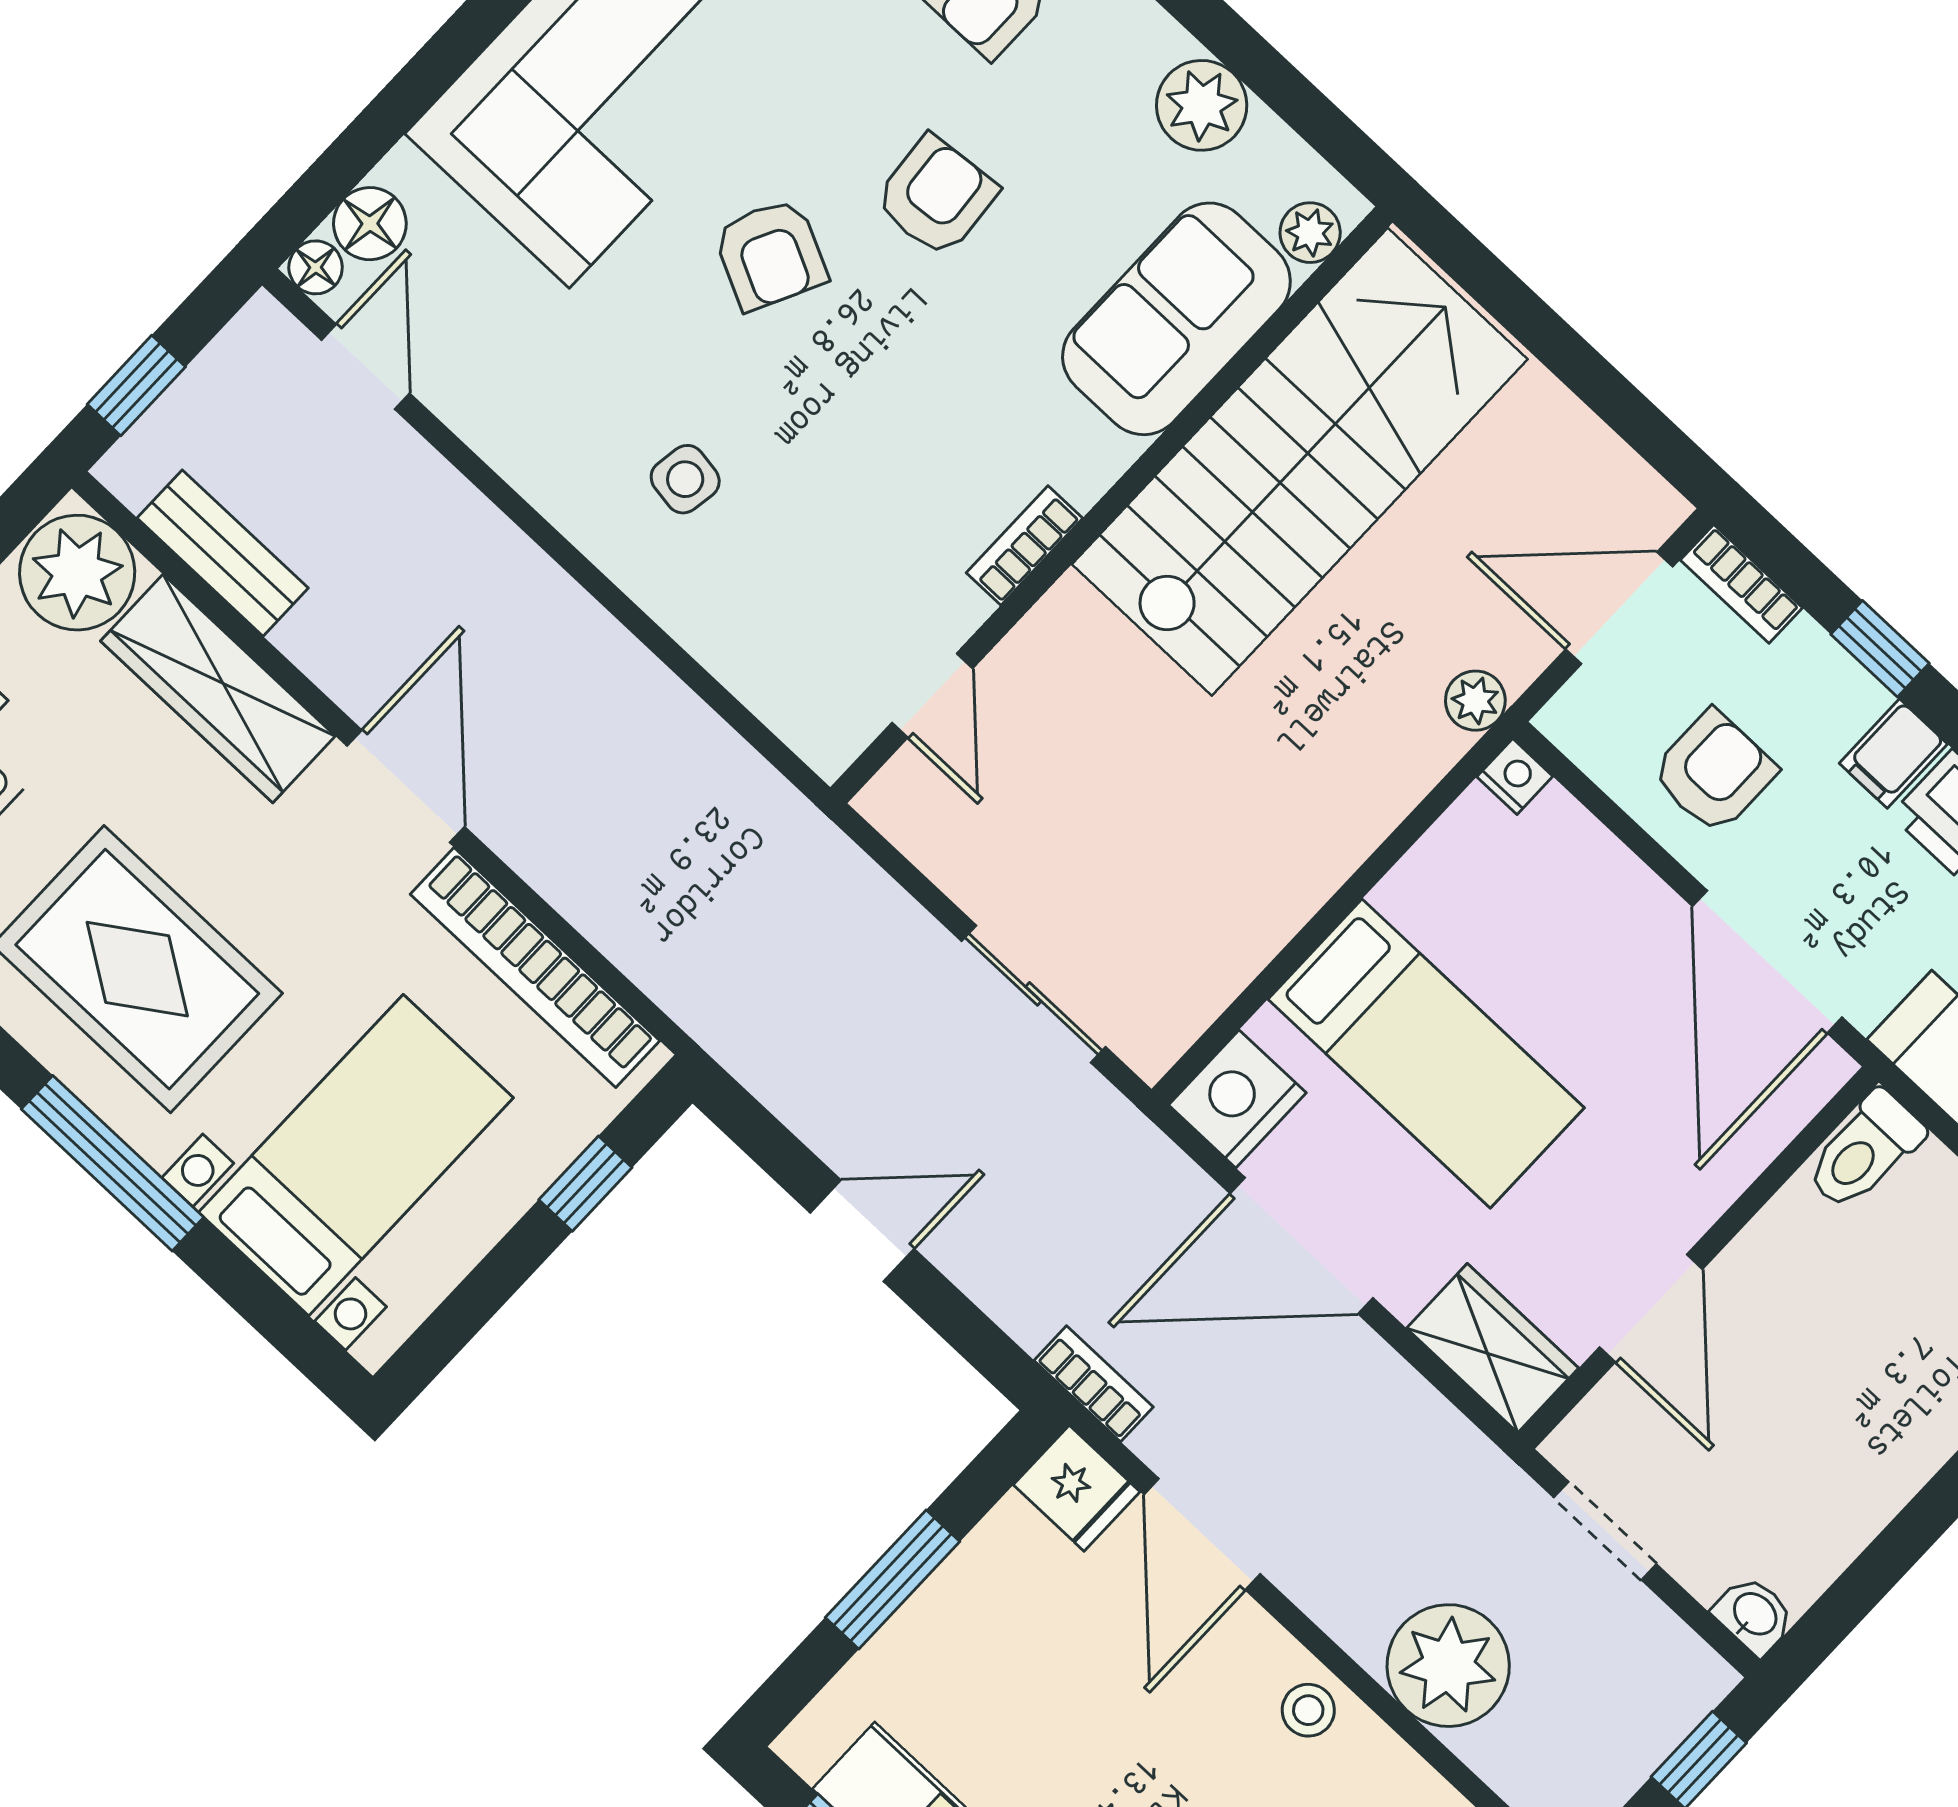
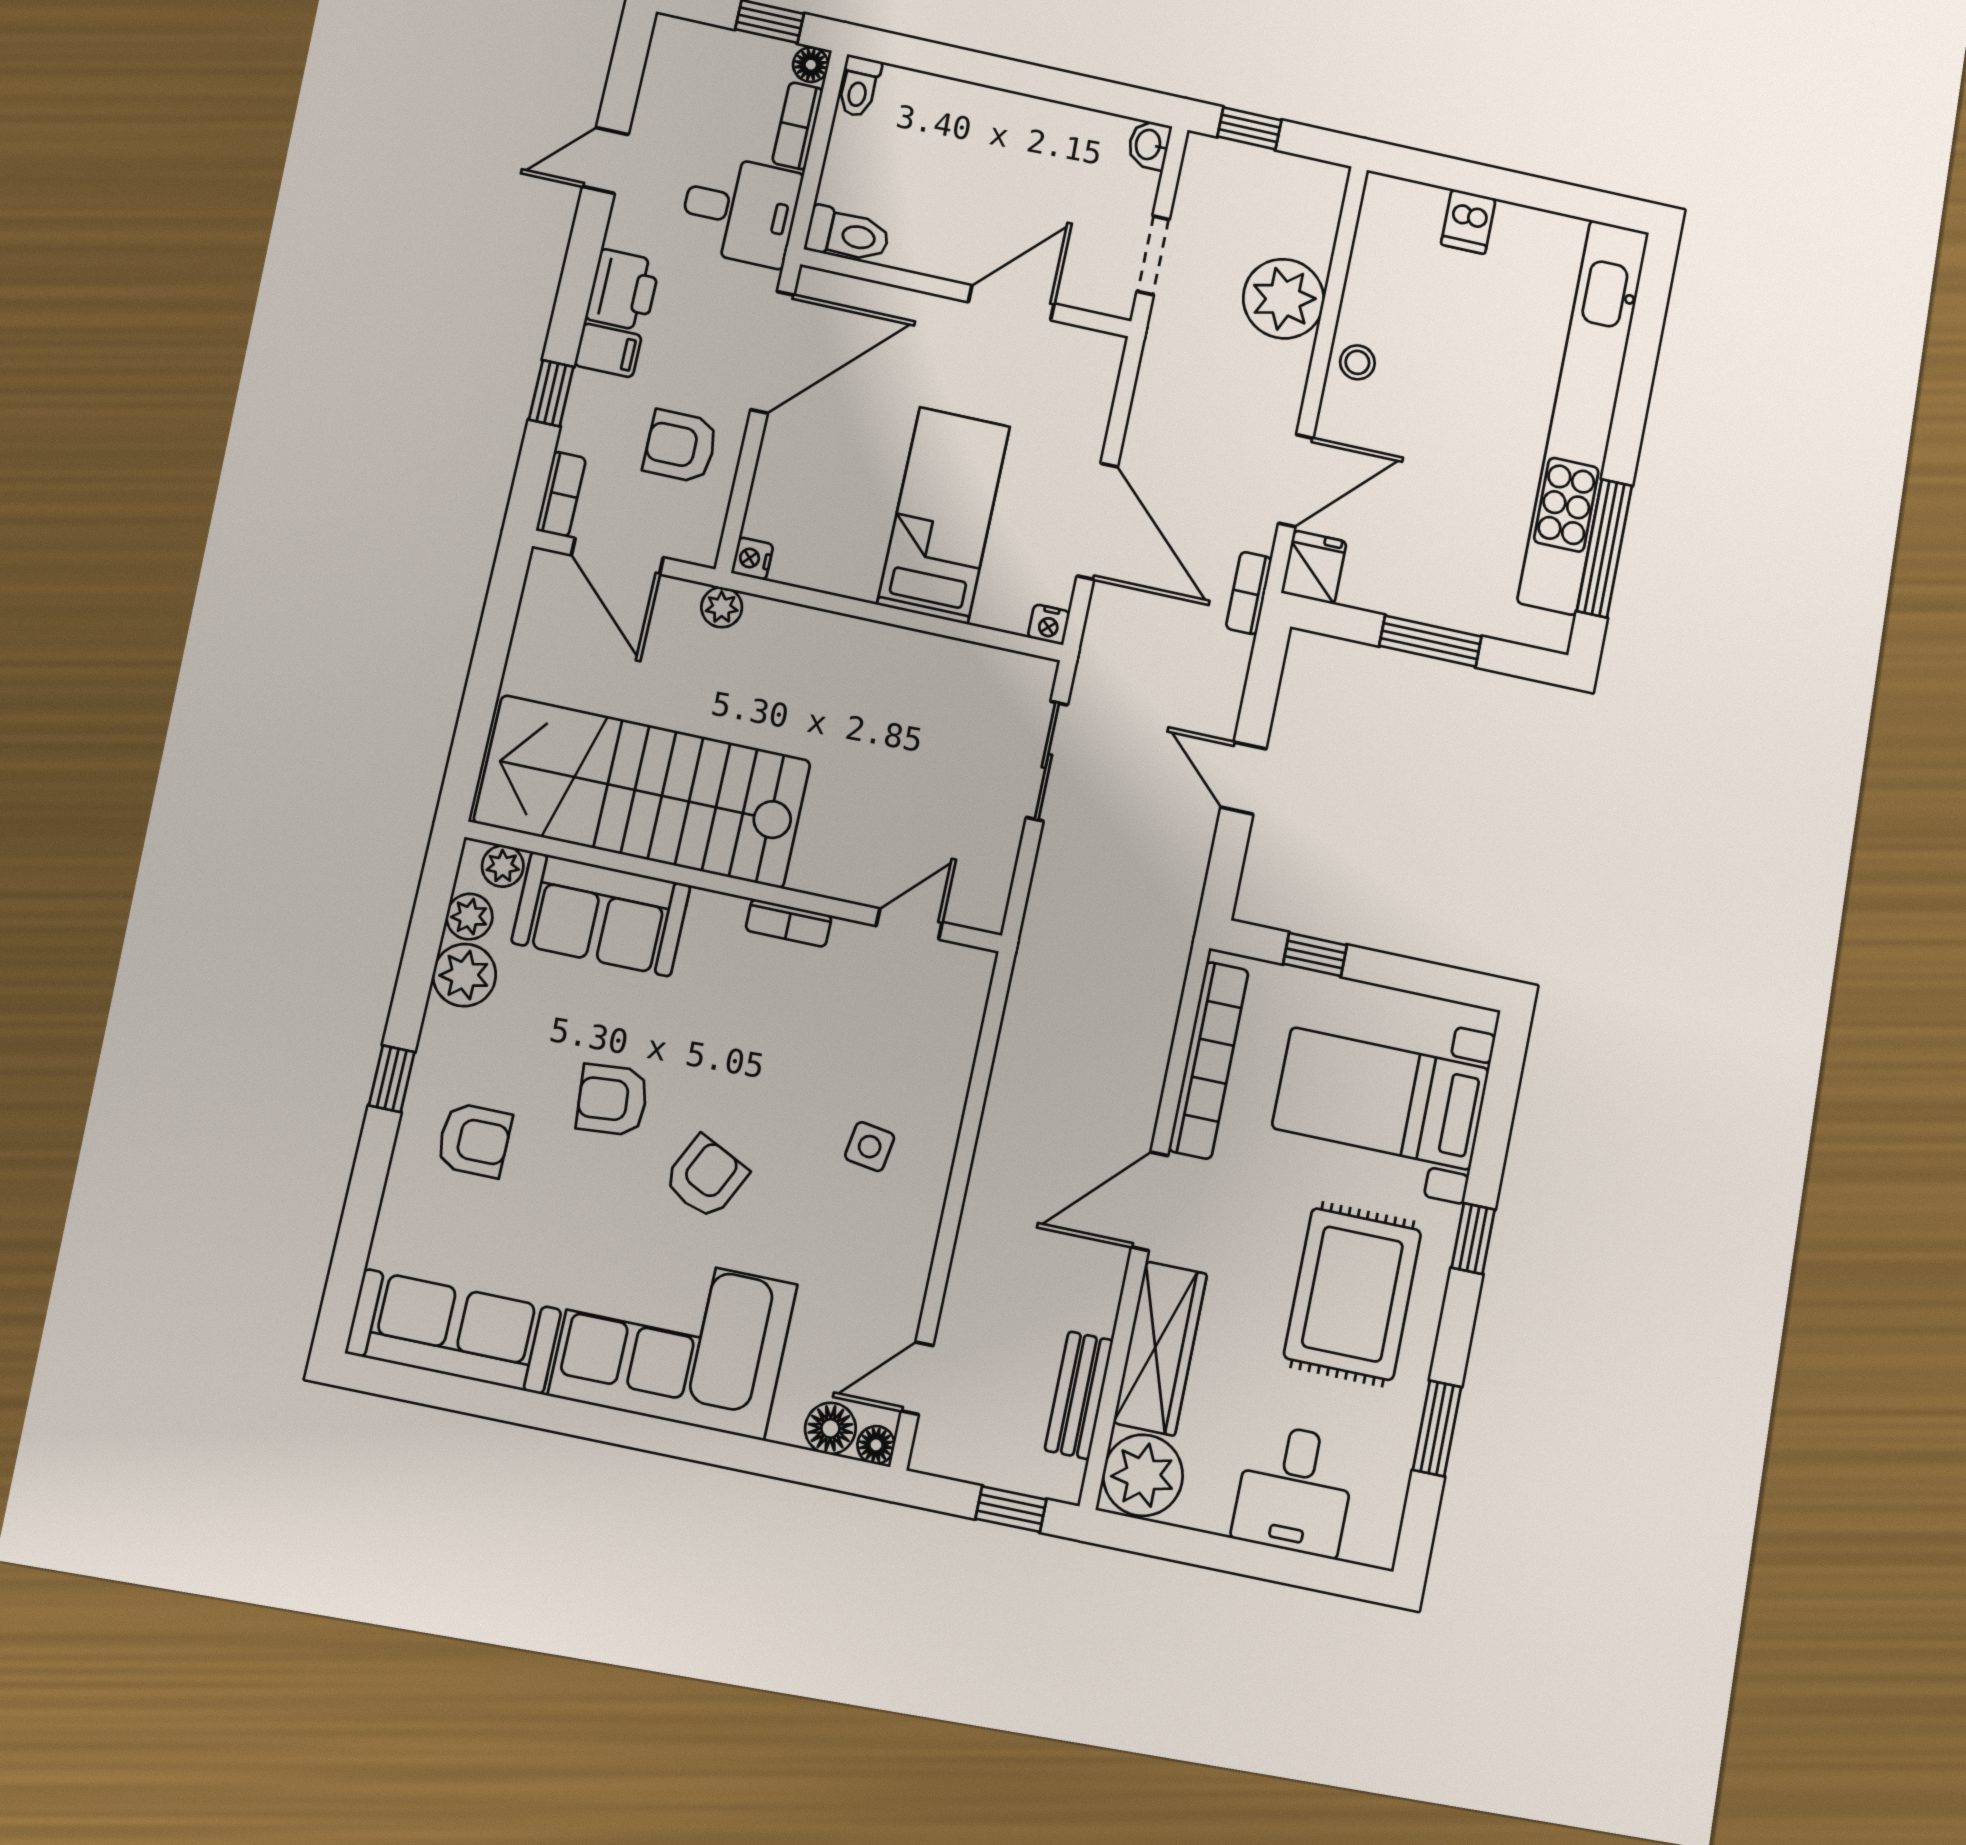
plant: (1271, 154) -> (469, 917), added
nightstand: (1237, 1099) -> (1049, 625), width x0.53, depth x0.56
window: (112, 1163) -> (1473, 1239), width x0.46
wardrobe: (1493, 1348) -> (1089, 379), removed

